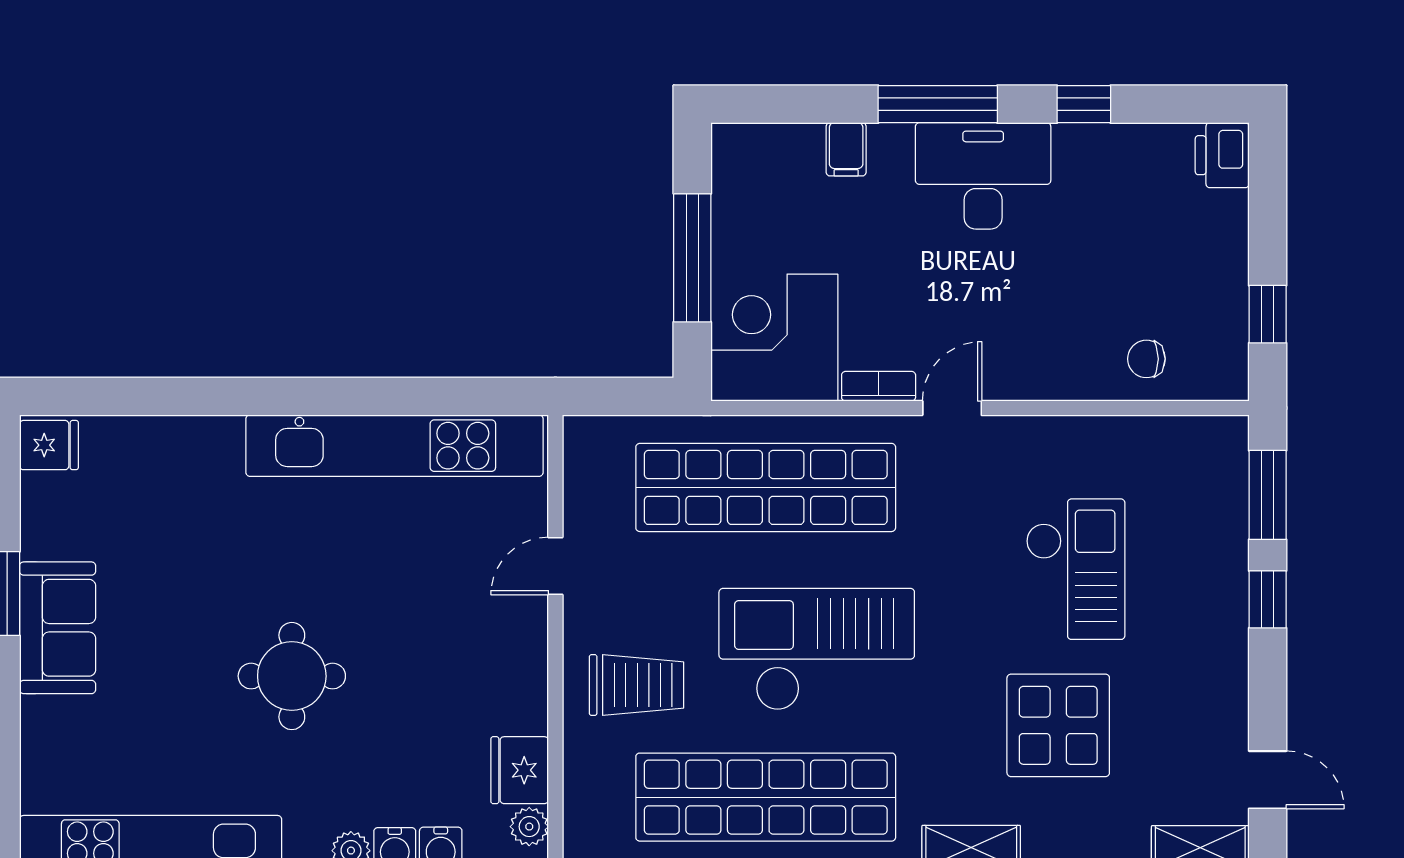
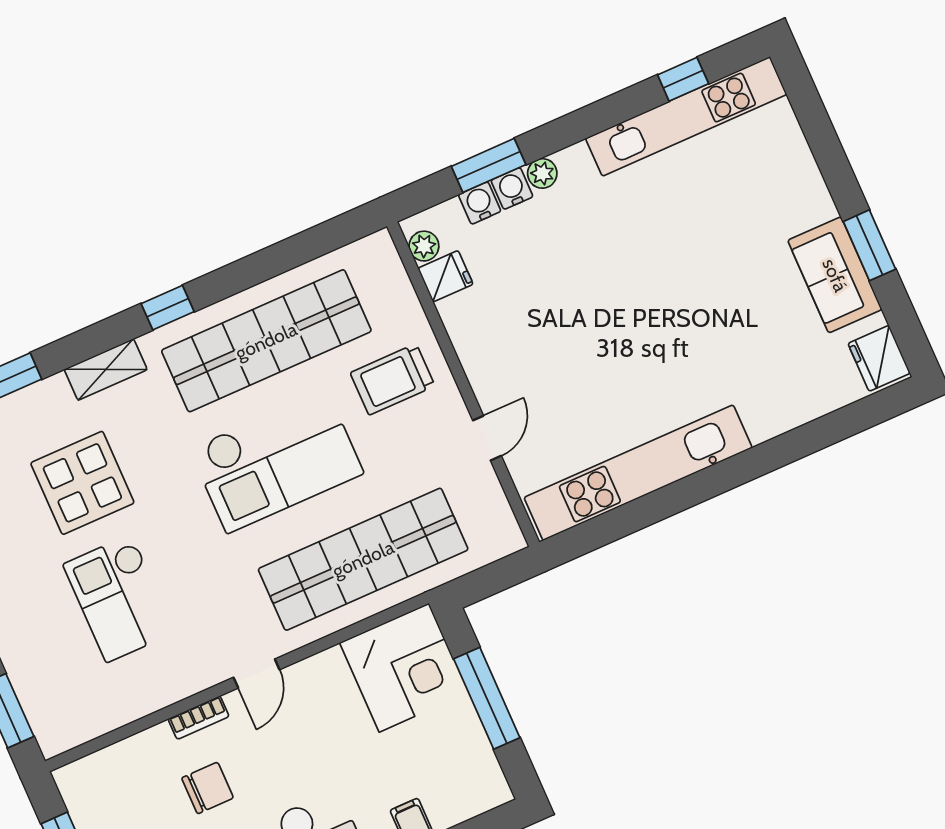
chair: (1146, 359) -> (208, 788), moved, width x1.37, depth x1.37
bookcase: (879, 386) -> (199, 718), moved
fridge: (49, 445) -> (879, 358), width x1.38
sofa: (58, 628) -> (835, 275), moved
round table: (292, 676) -> (639, 278), removed
fridge: (520, 770) -> (445, 276), width x0.72

